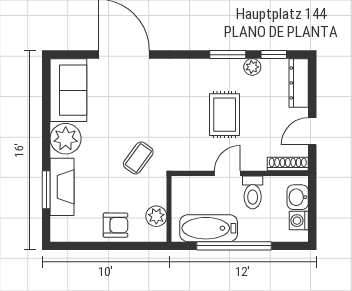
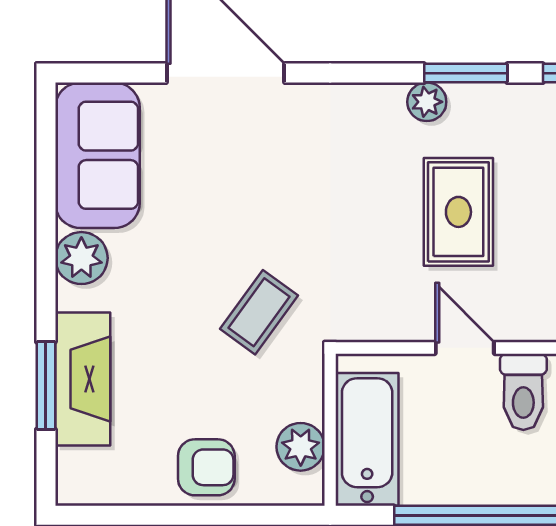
plant: (252, 67) -> (427, 102), moved
plant: (66, 139) -> (81, 258), width x0.73, depth x0.73
door: (227, 173) -> (465, 348), hinge flipped
bathtub: (209, 228) -> (367, 439), moved, turned 90

